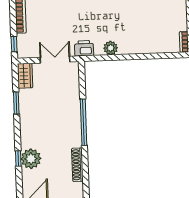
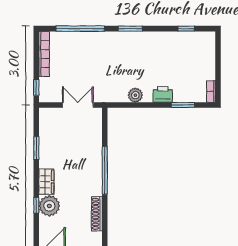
printer: (84, 48) -> (163, 94), moved
window: (157, 56) -> (183, 105), added
wardrobe: (25, 76) -> (46, 182), moved

